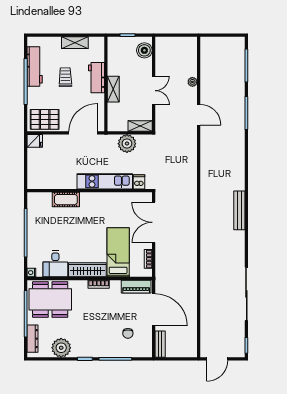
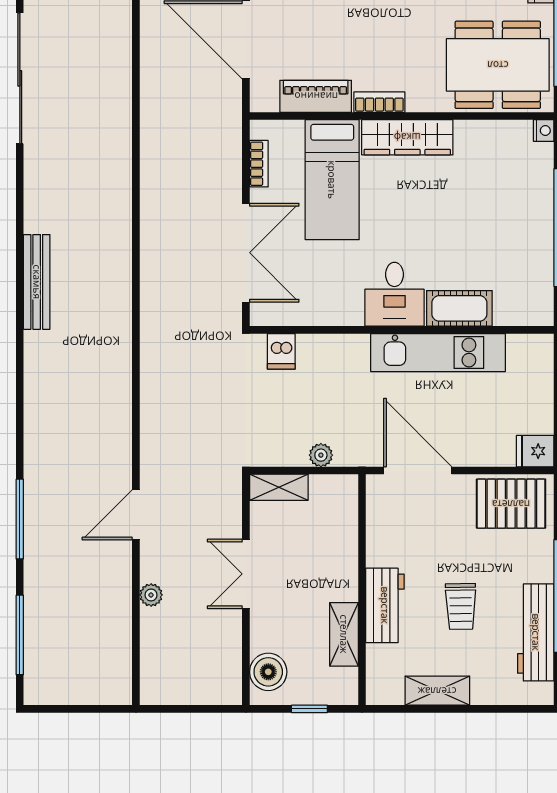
shelving: (113, 89) -> (344, 634), moved
door: (199, 115) -> (136, 515), hinge flipped
door: (83, 133) -> (418, 470), swing flipped
plant: (127, 144) -> (321, 455), width x0.53, depth x0.53
kitchen unit: (105, 181) -> (438, 353), moved
desk: (55, 264) -> (394, 294), moved, turned 180
piano: (136, 287) -> (316, 96), moved

